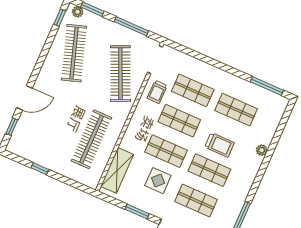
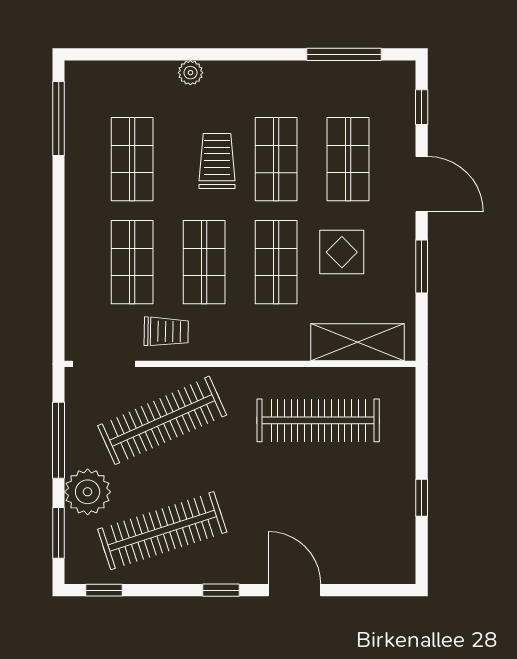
plant: (78, 12) -> (88, 492), moved, width x1.87, depth x1.87
window: (12, 127) -> (221, 590), moved

